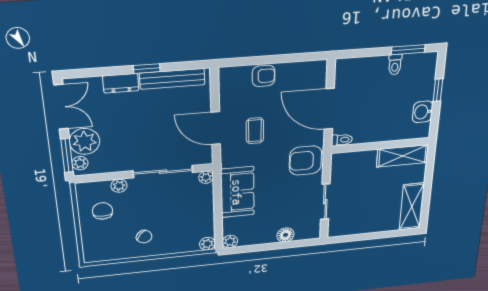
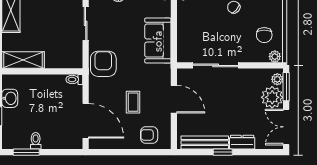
armchair: (264, 76) -> (149, 135), moved
door: (329, 109) -> (86, 121), moved
coffee table: (255, 131) -> (133, 102), moved
armchair: (305, 161) -> (103, 64), turned -90
plant: (206, 177) -> (183, 57), removed
plant: (119, 186) -> (275, 56), moved

